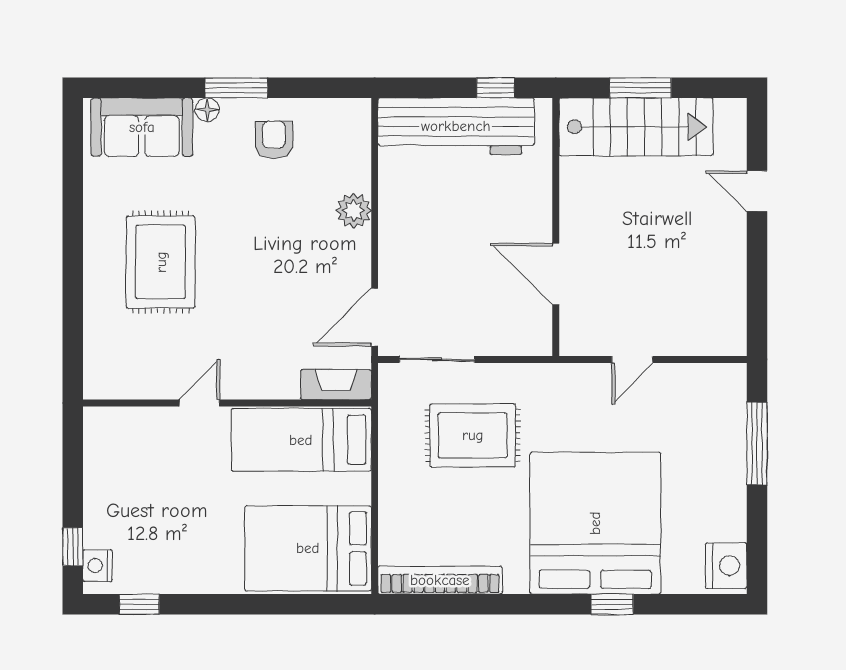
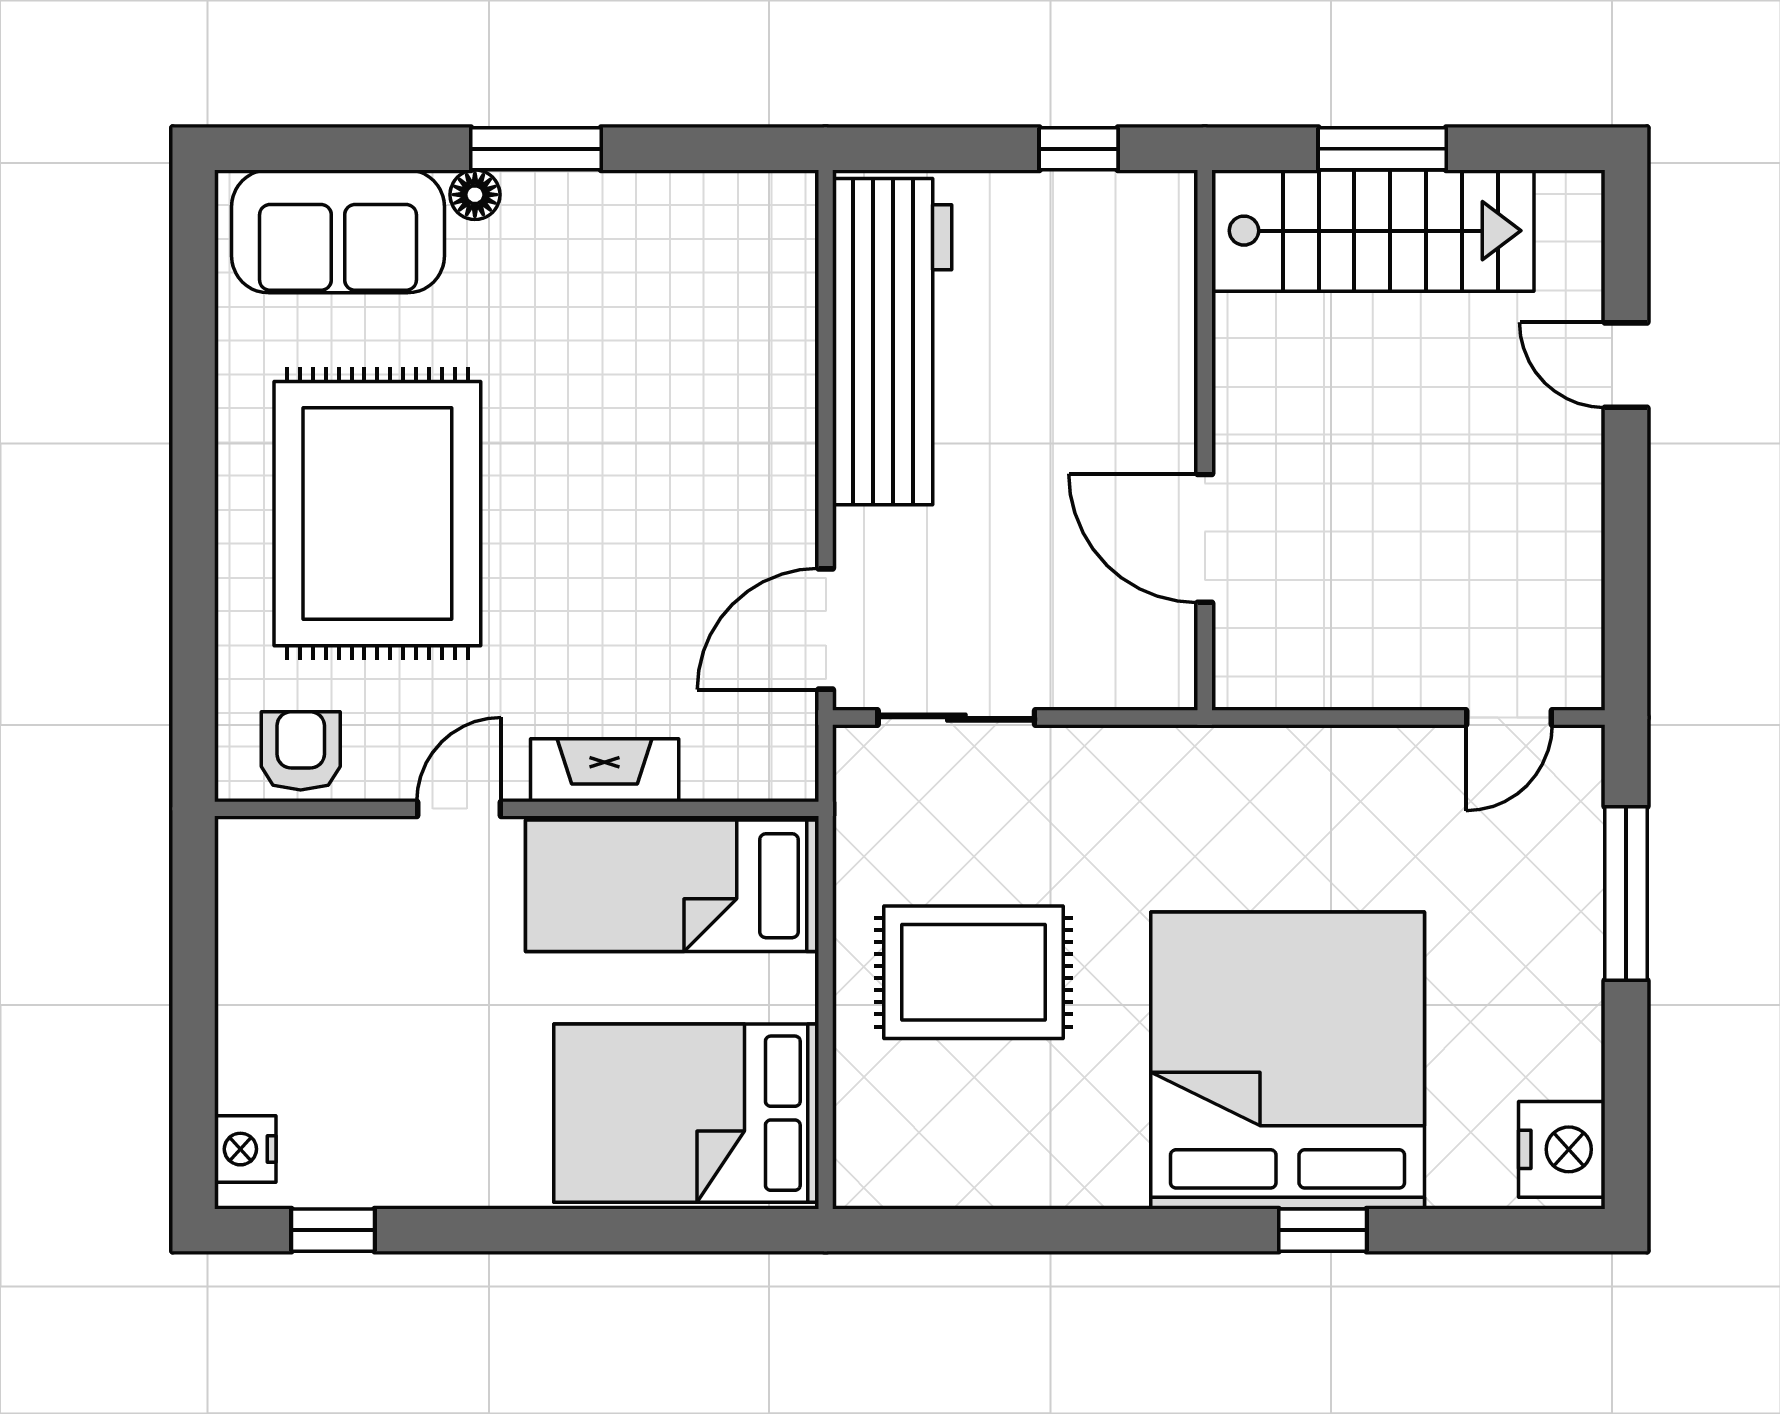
workbench: (456, 126) -> (892, 342), moved, turned -90
armchair: (274, 140) -> (301, 751), moved
plant: (354, 210) -> (782, 406), removed
rug: (161, 262) -> (377, 514), width x1.37, depth x1.44
door: (632, 359) -> (1509, 718), moved
fireplace: (336, 385) -> (605, 770), moved
rug: (473, 435) -> (974, 972), moved
window: (73, 547) -> (194, 1110), removed
bookcase: (440, 580) -> (963, 1180), removed

